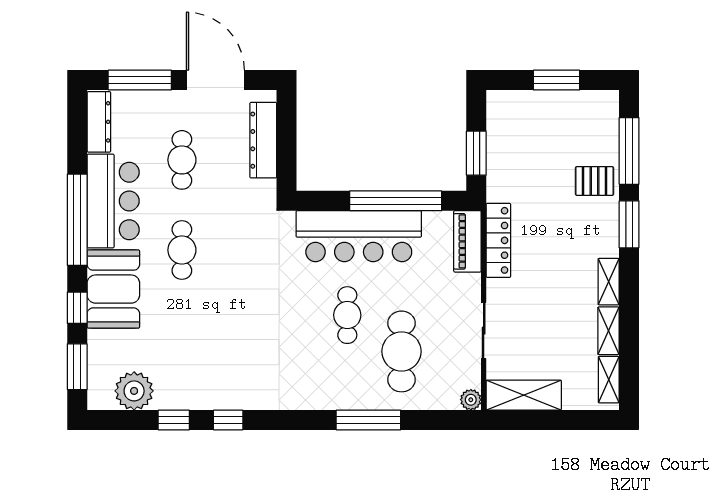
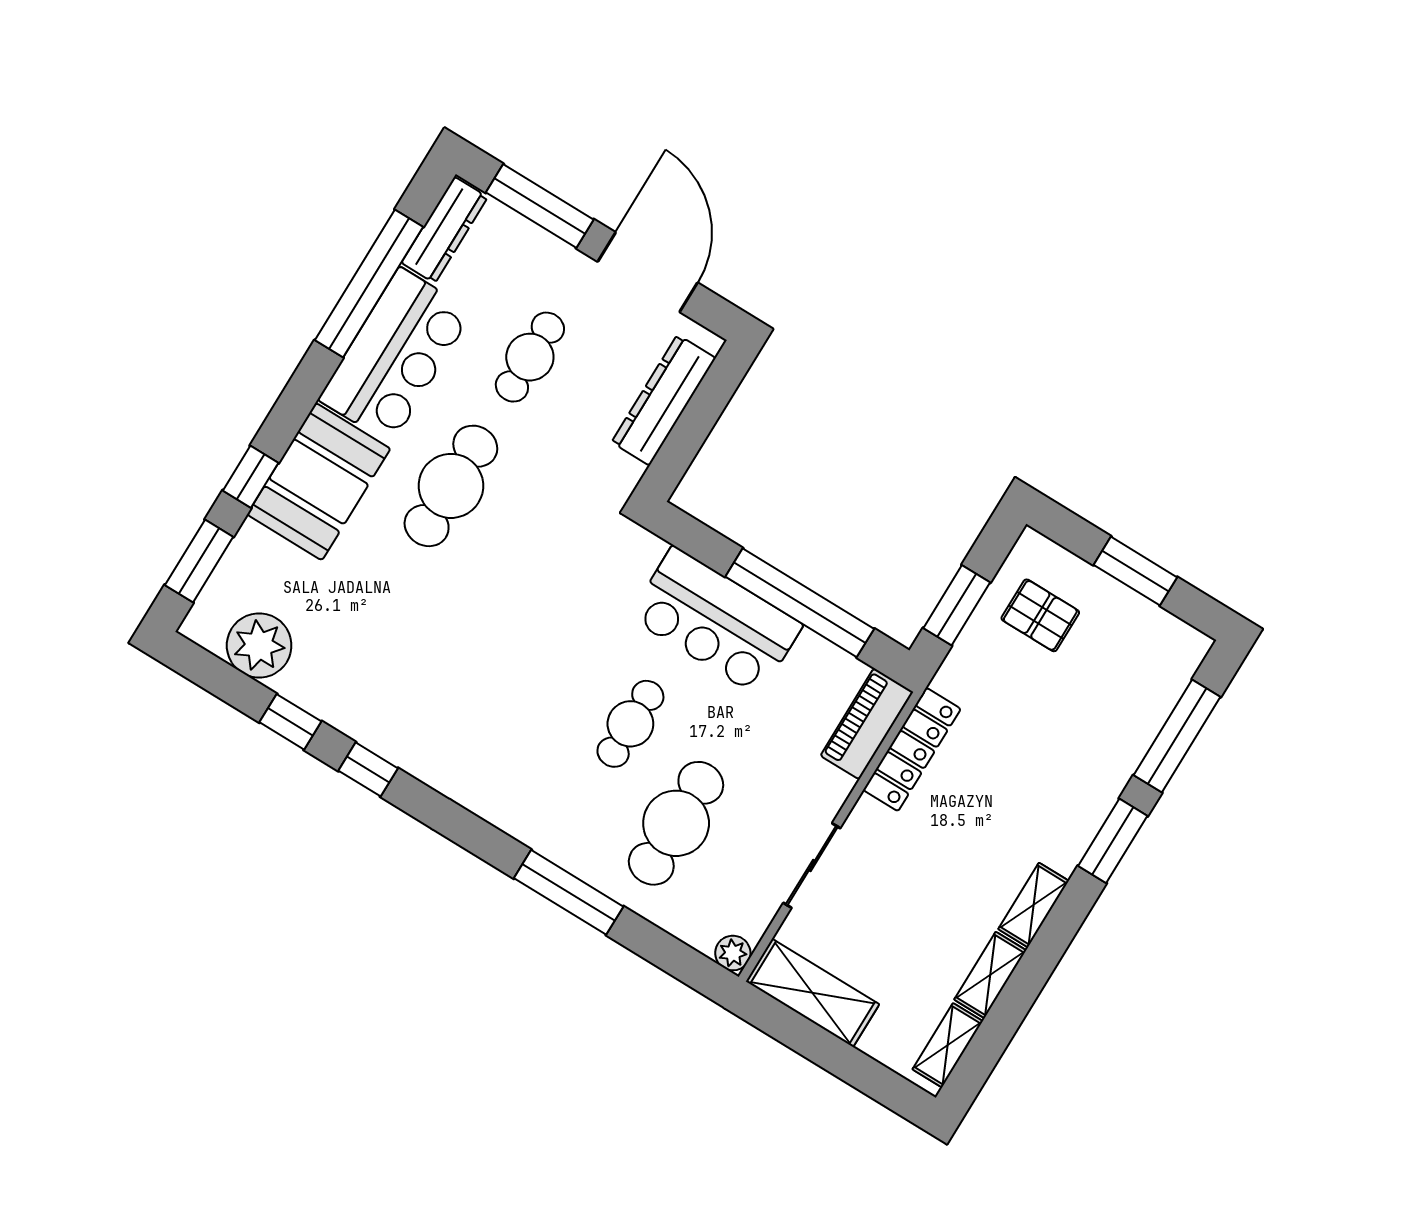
pallet: (595, 181) -> (1040, 615), moved
window: (77, 220) -> (369, 284), moved
bar counter: (359, 236) -> (716, 621), width x0.73
cafe table: (182, 250) -> (451, 486), width x1.37, depth x1.35

